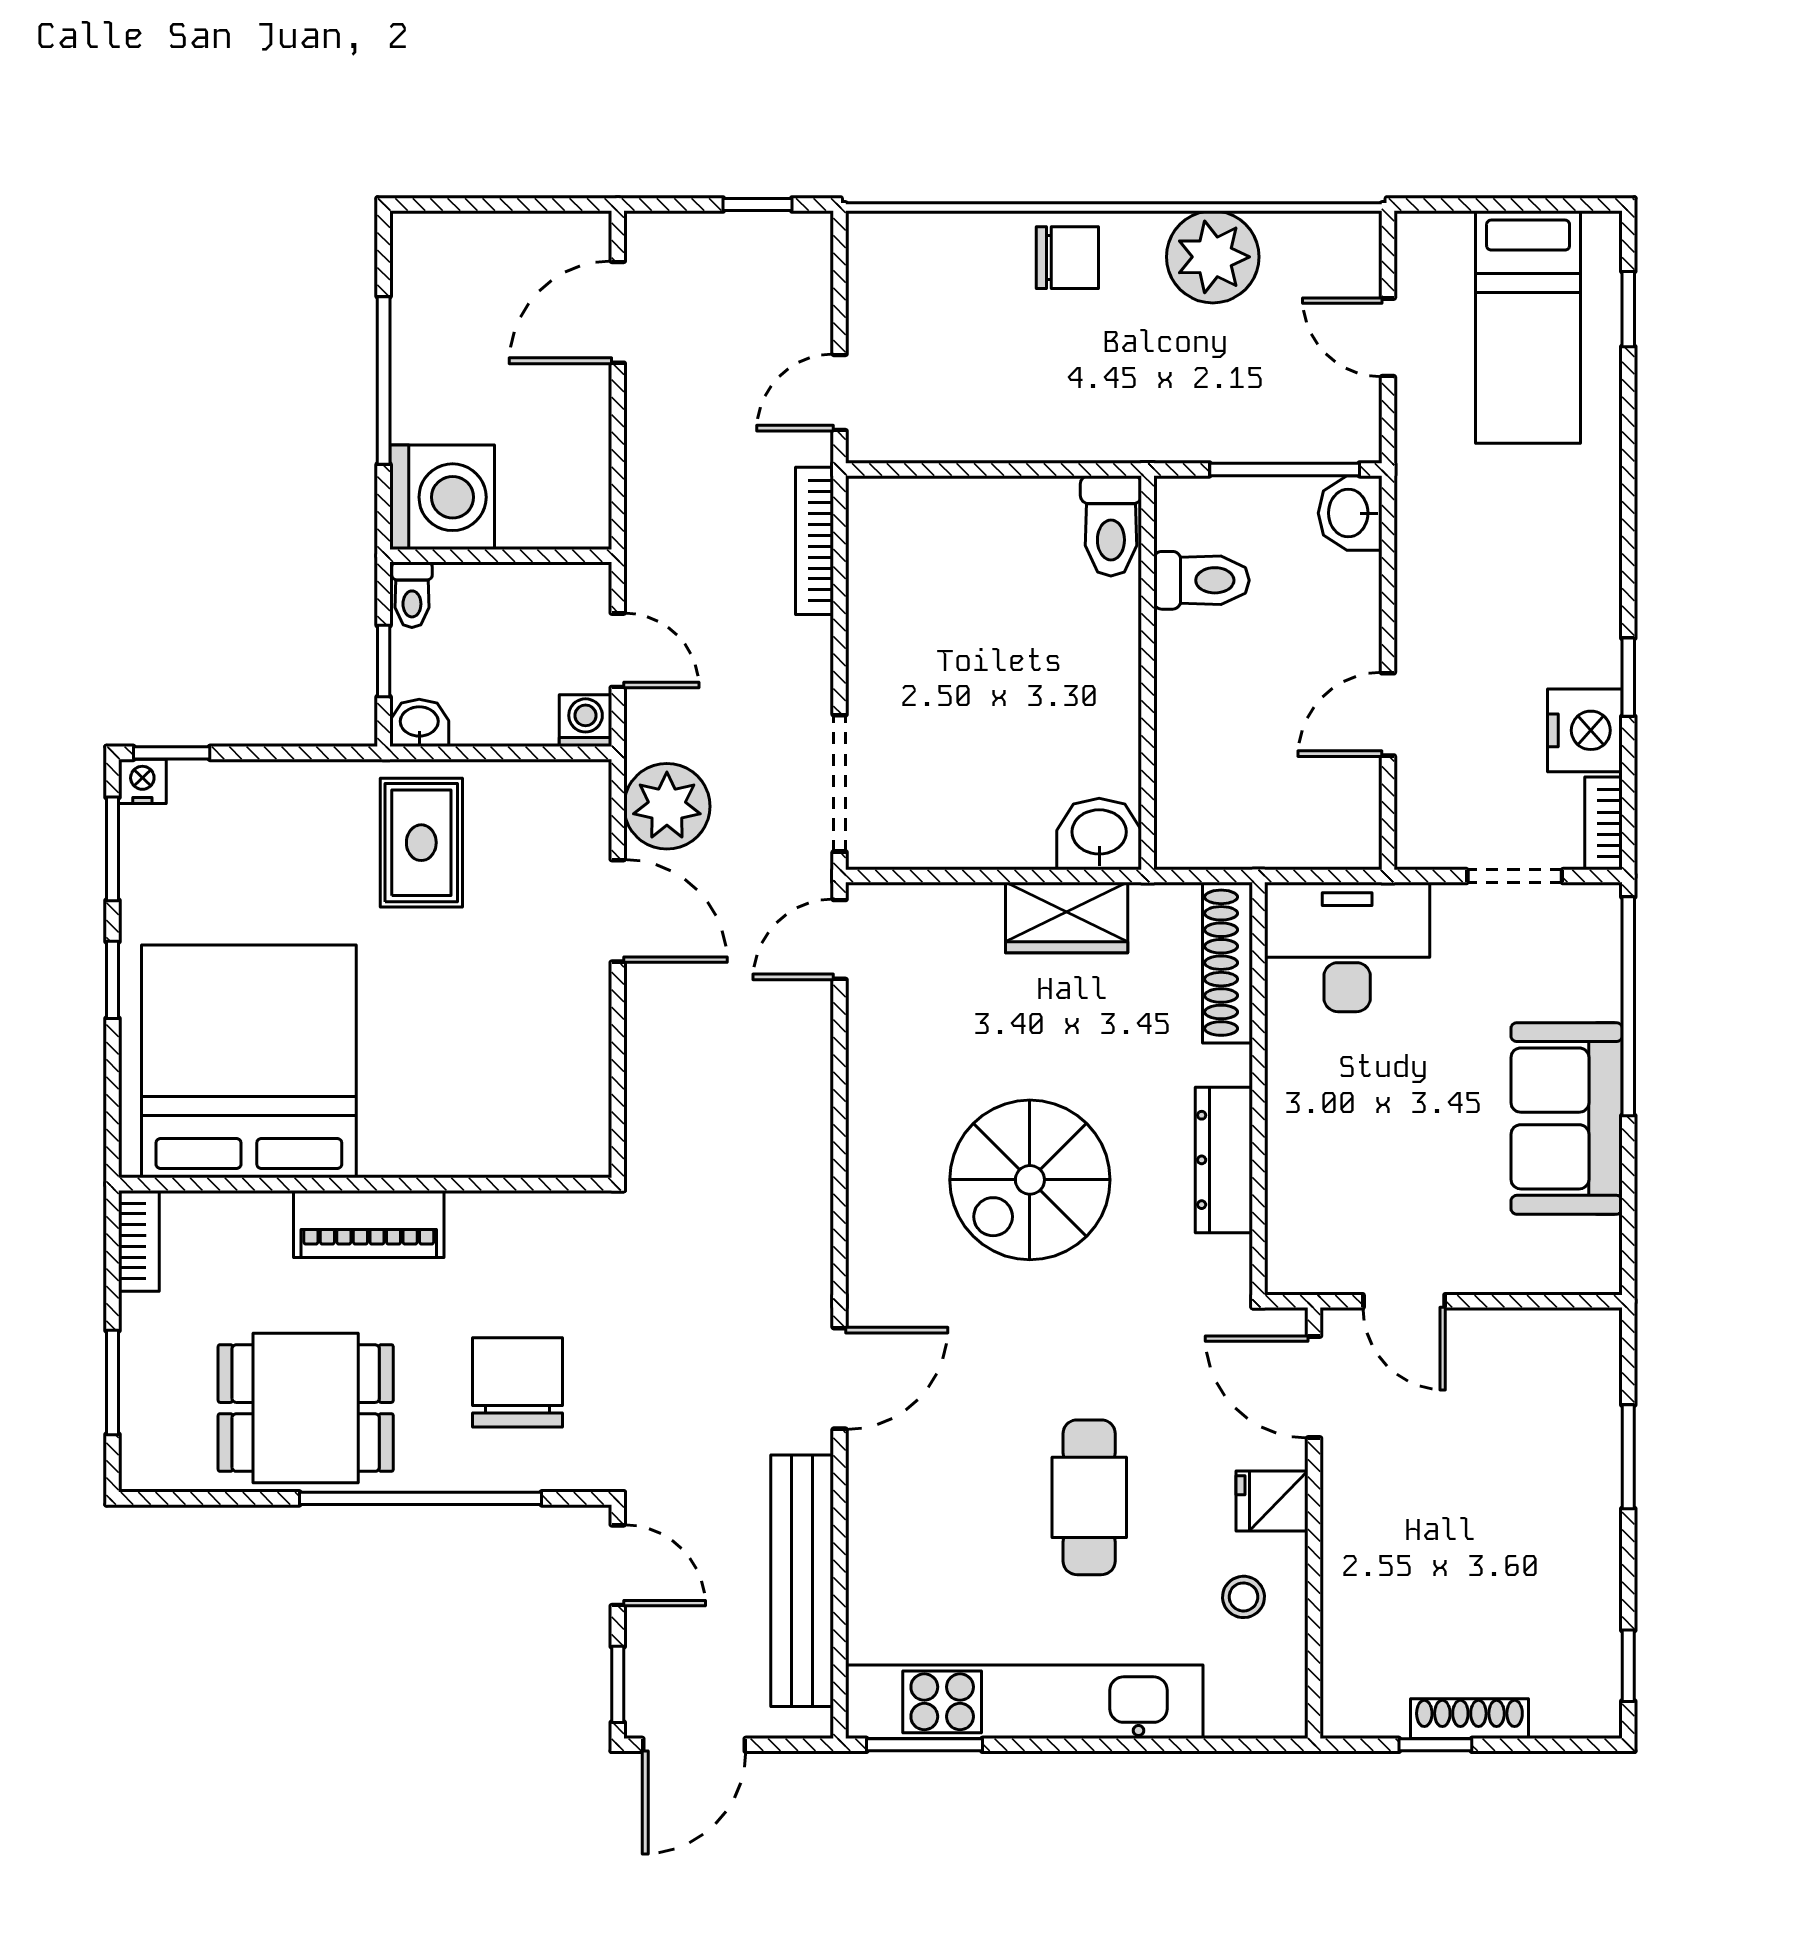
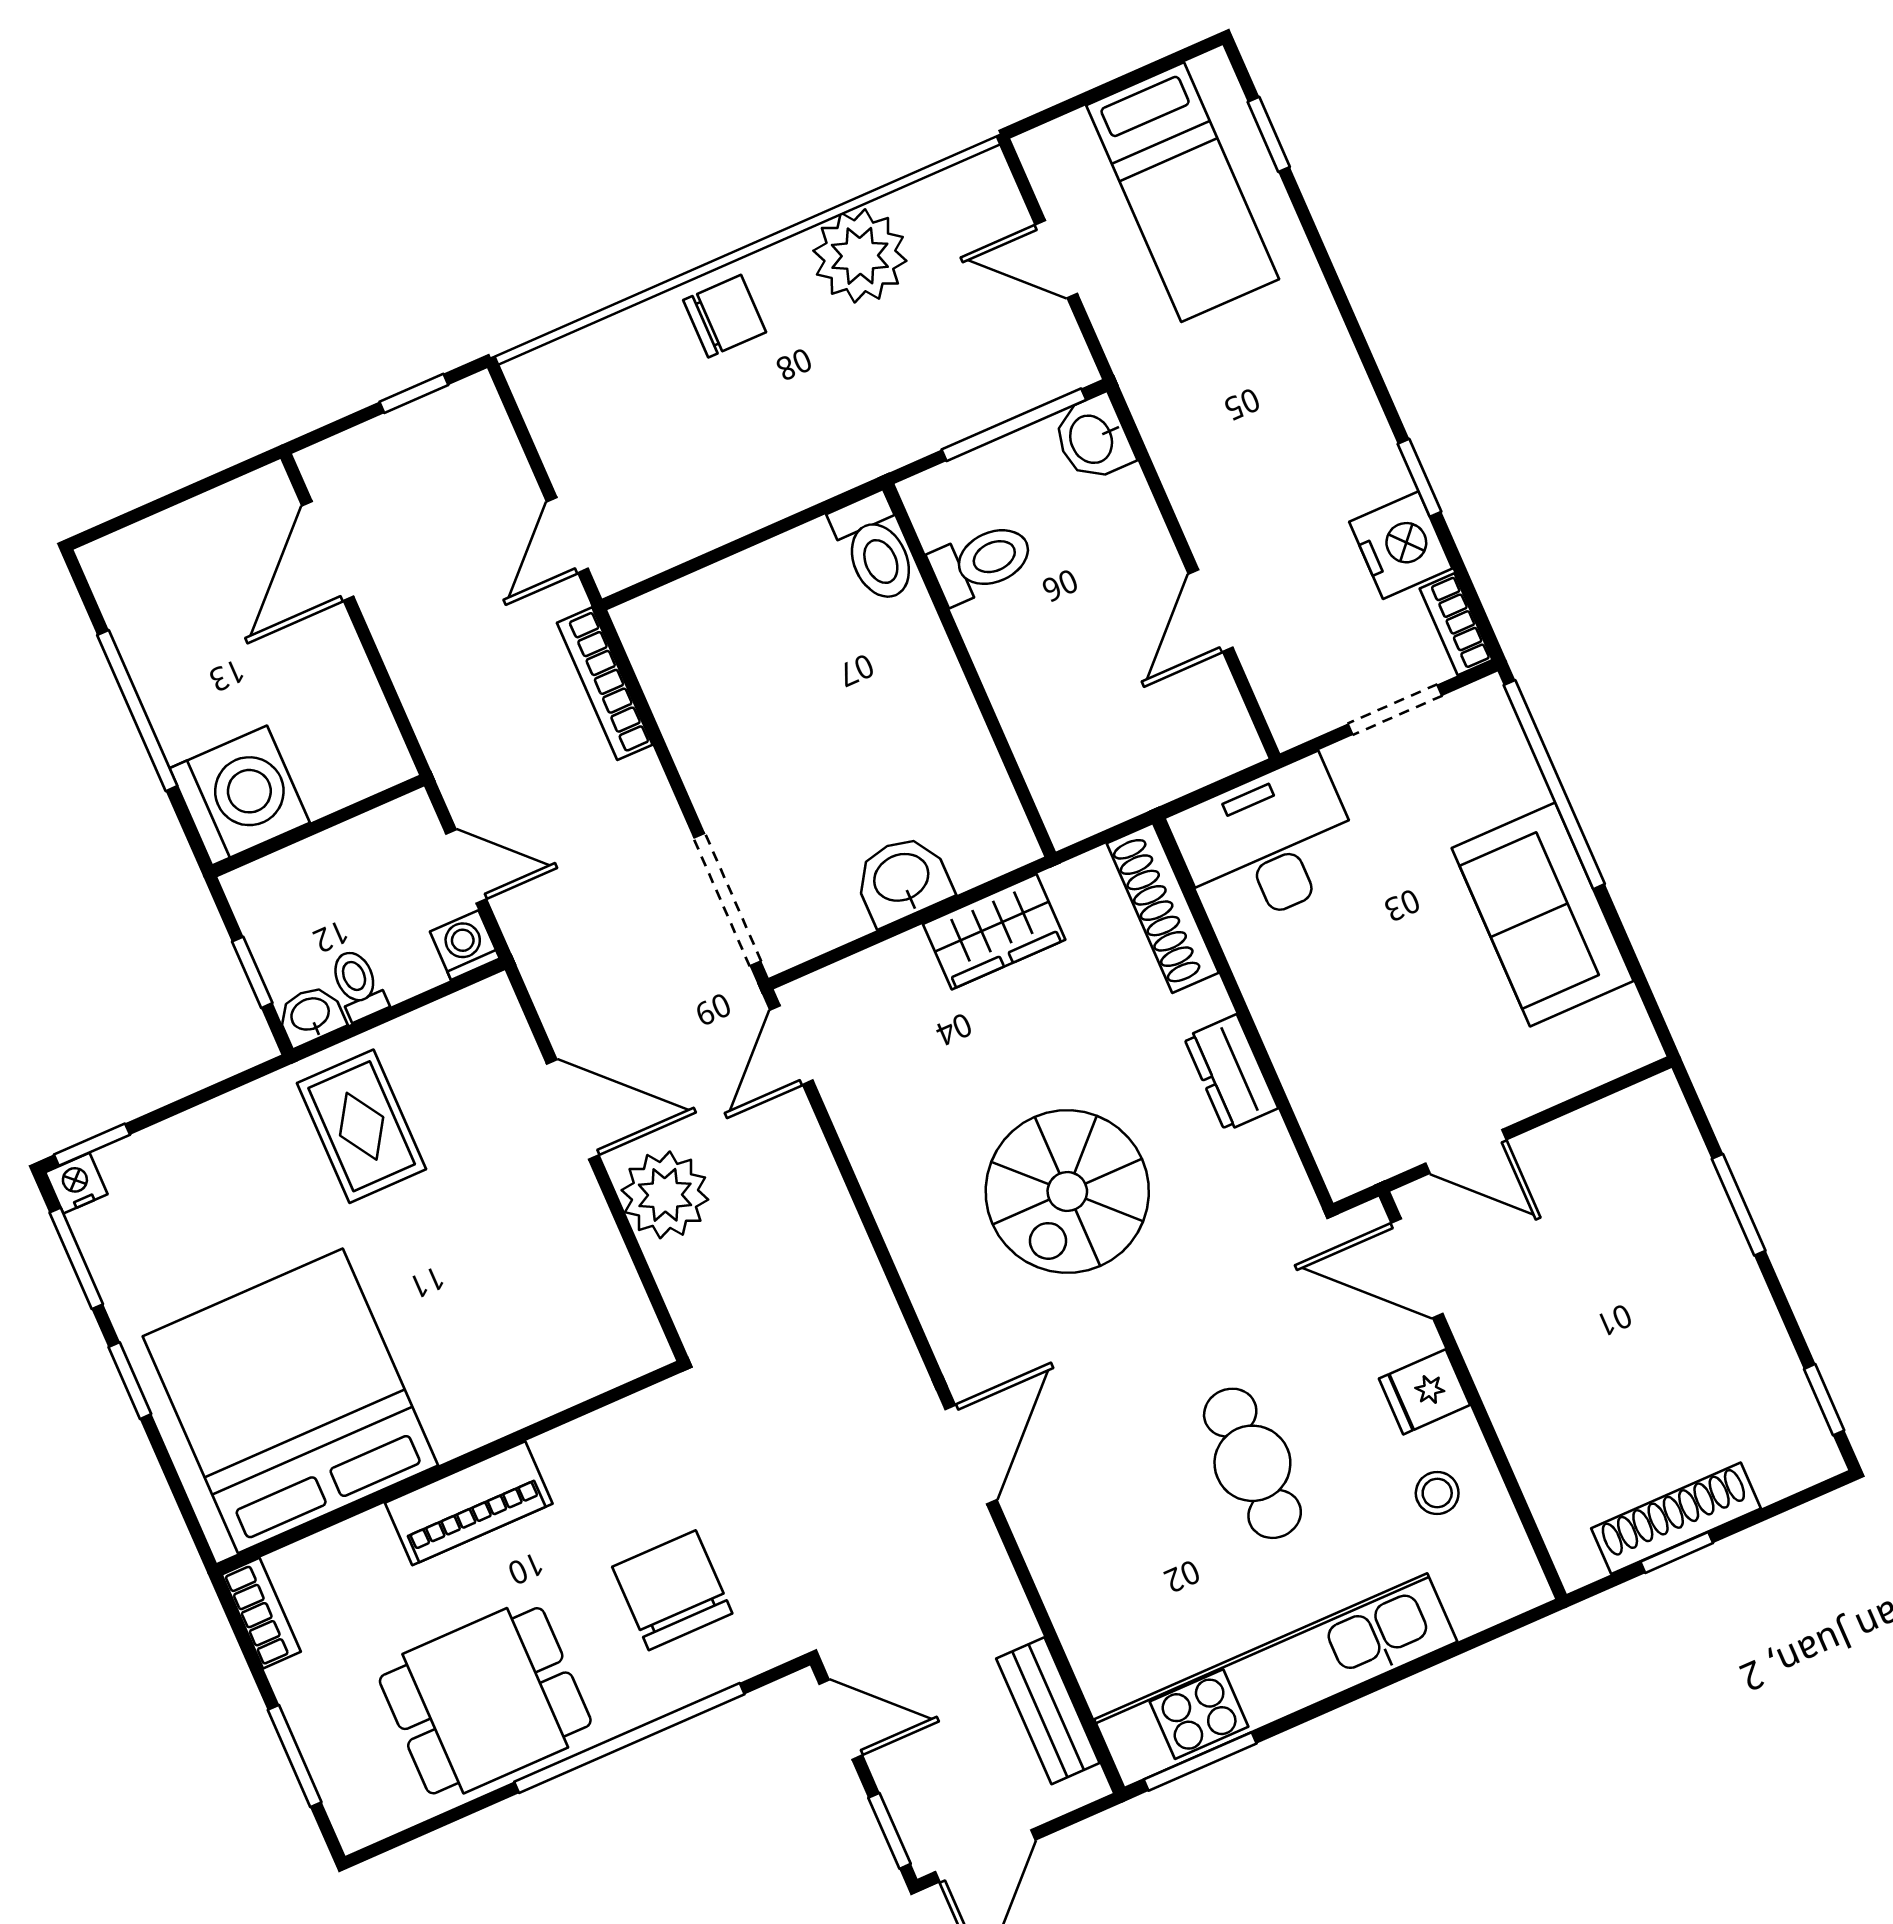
toilet: (412, 595) -> (358, 985), moved, turned 180
plant: (667, 806) -> (665, 1195), moved
washbasin: (1099, 834) -> (902, 879), moved
dresser: (1224, 1160) -> (1231, 1073), width x0.70
bench: (802, 1581) -> (1048, 1711), width x0.54, depth x0.82
shoe rack: (1469, 1719) -> (1676, 1518), width x1.36, depth x1.24

